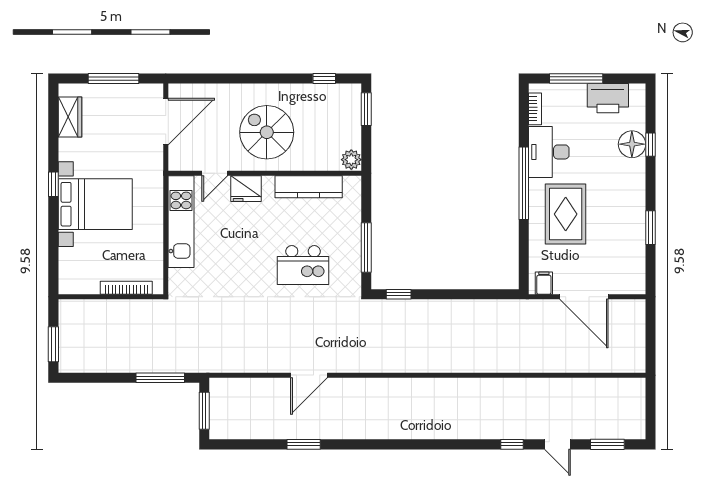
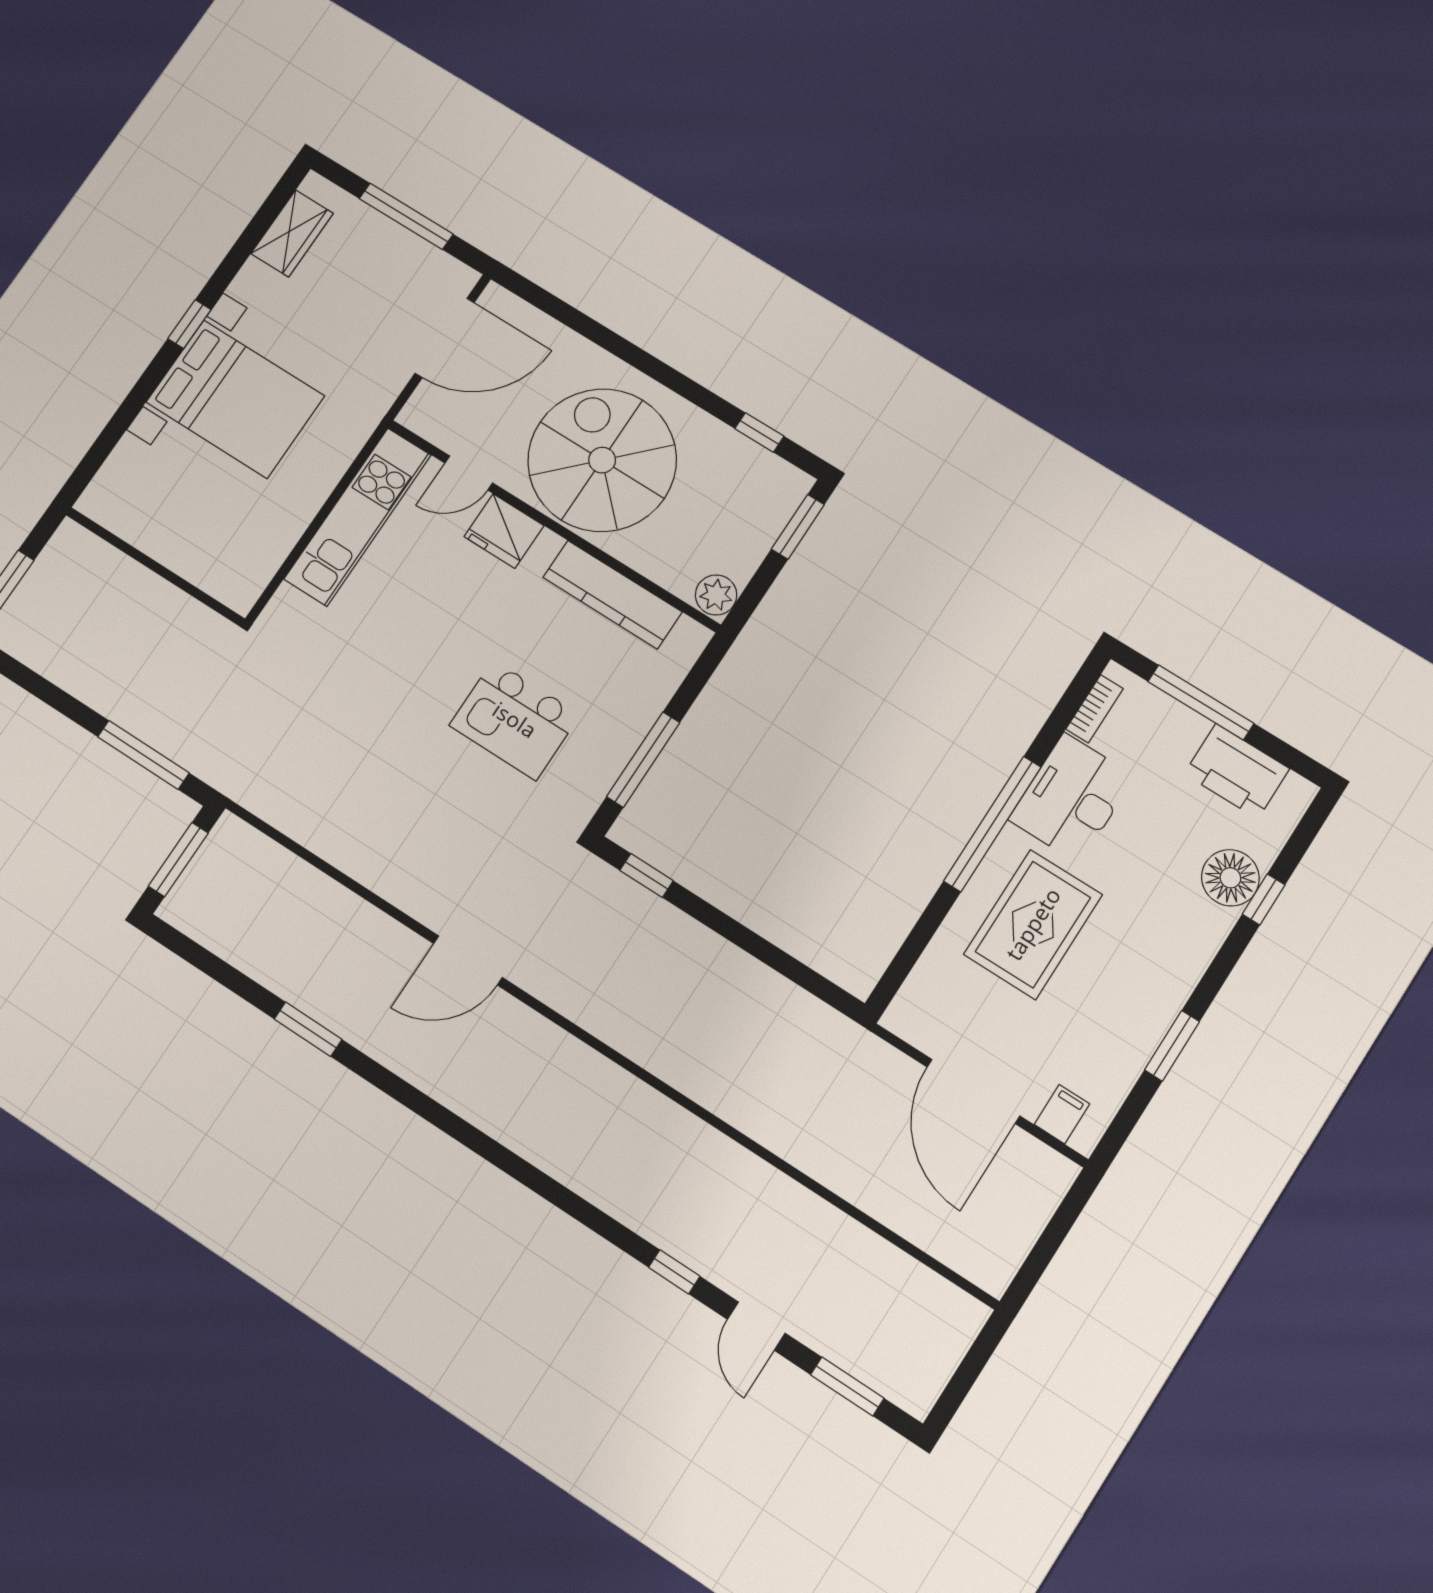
spiral stairs: (267, 132) -> (602, 460), width x1.37, depth x1.37
filing cabinet: (544, 283) -> (1062, 1114), moved
bookcase: (126, 288) -> (191, 568), removed
door: (309, 375) -> (468, 960), moved

